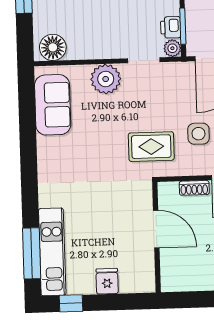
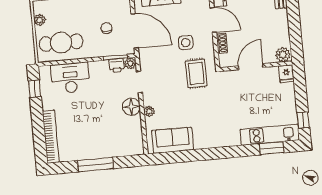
floor lamp: (53, 47) -> (131, 107), moved
plant: (106, 79) -> (149, 111), width x0.53, depth x0.53
window: (32, 253) -> (272, 148), width x0.69
plant: (171, 279) -> (283, 55), added
fridge: (107, 281) -> (286, 74), moved, turned -90

